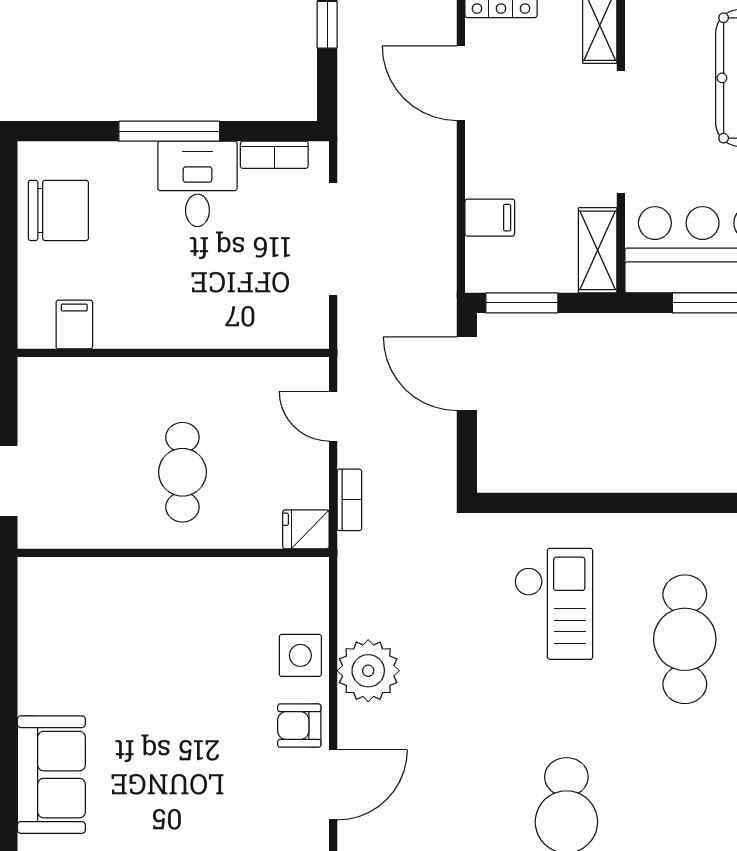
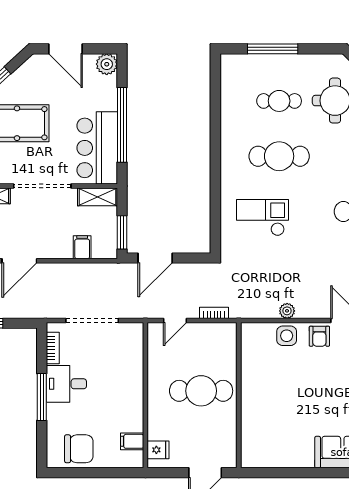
chair: (58, 210) -> (79, 449), turned 90
cafe table: (182, 472) -> (201, 391), width x1.37, depth x1.35
fridge: (306, 529) -> (158, 450), moved, turned -90
plant: (368, 671) -> (287, 311), width x0.53, depth x0.53

